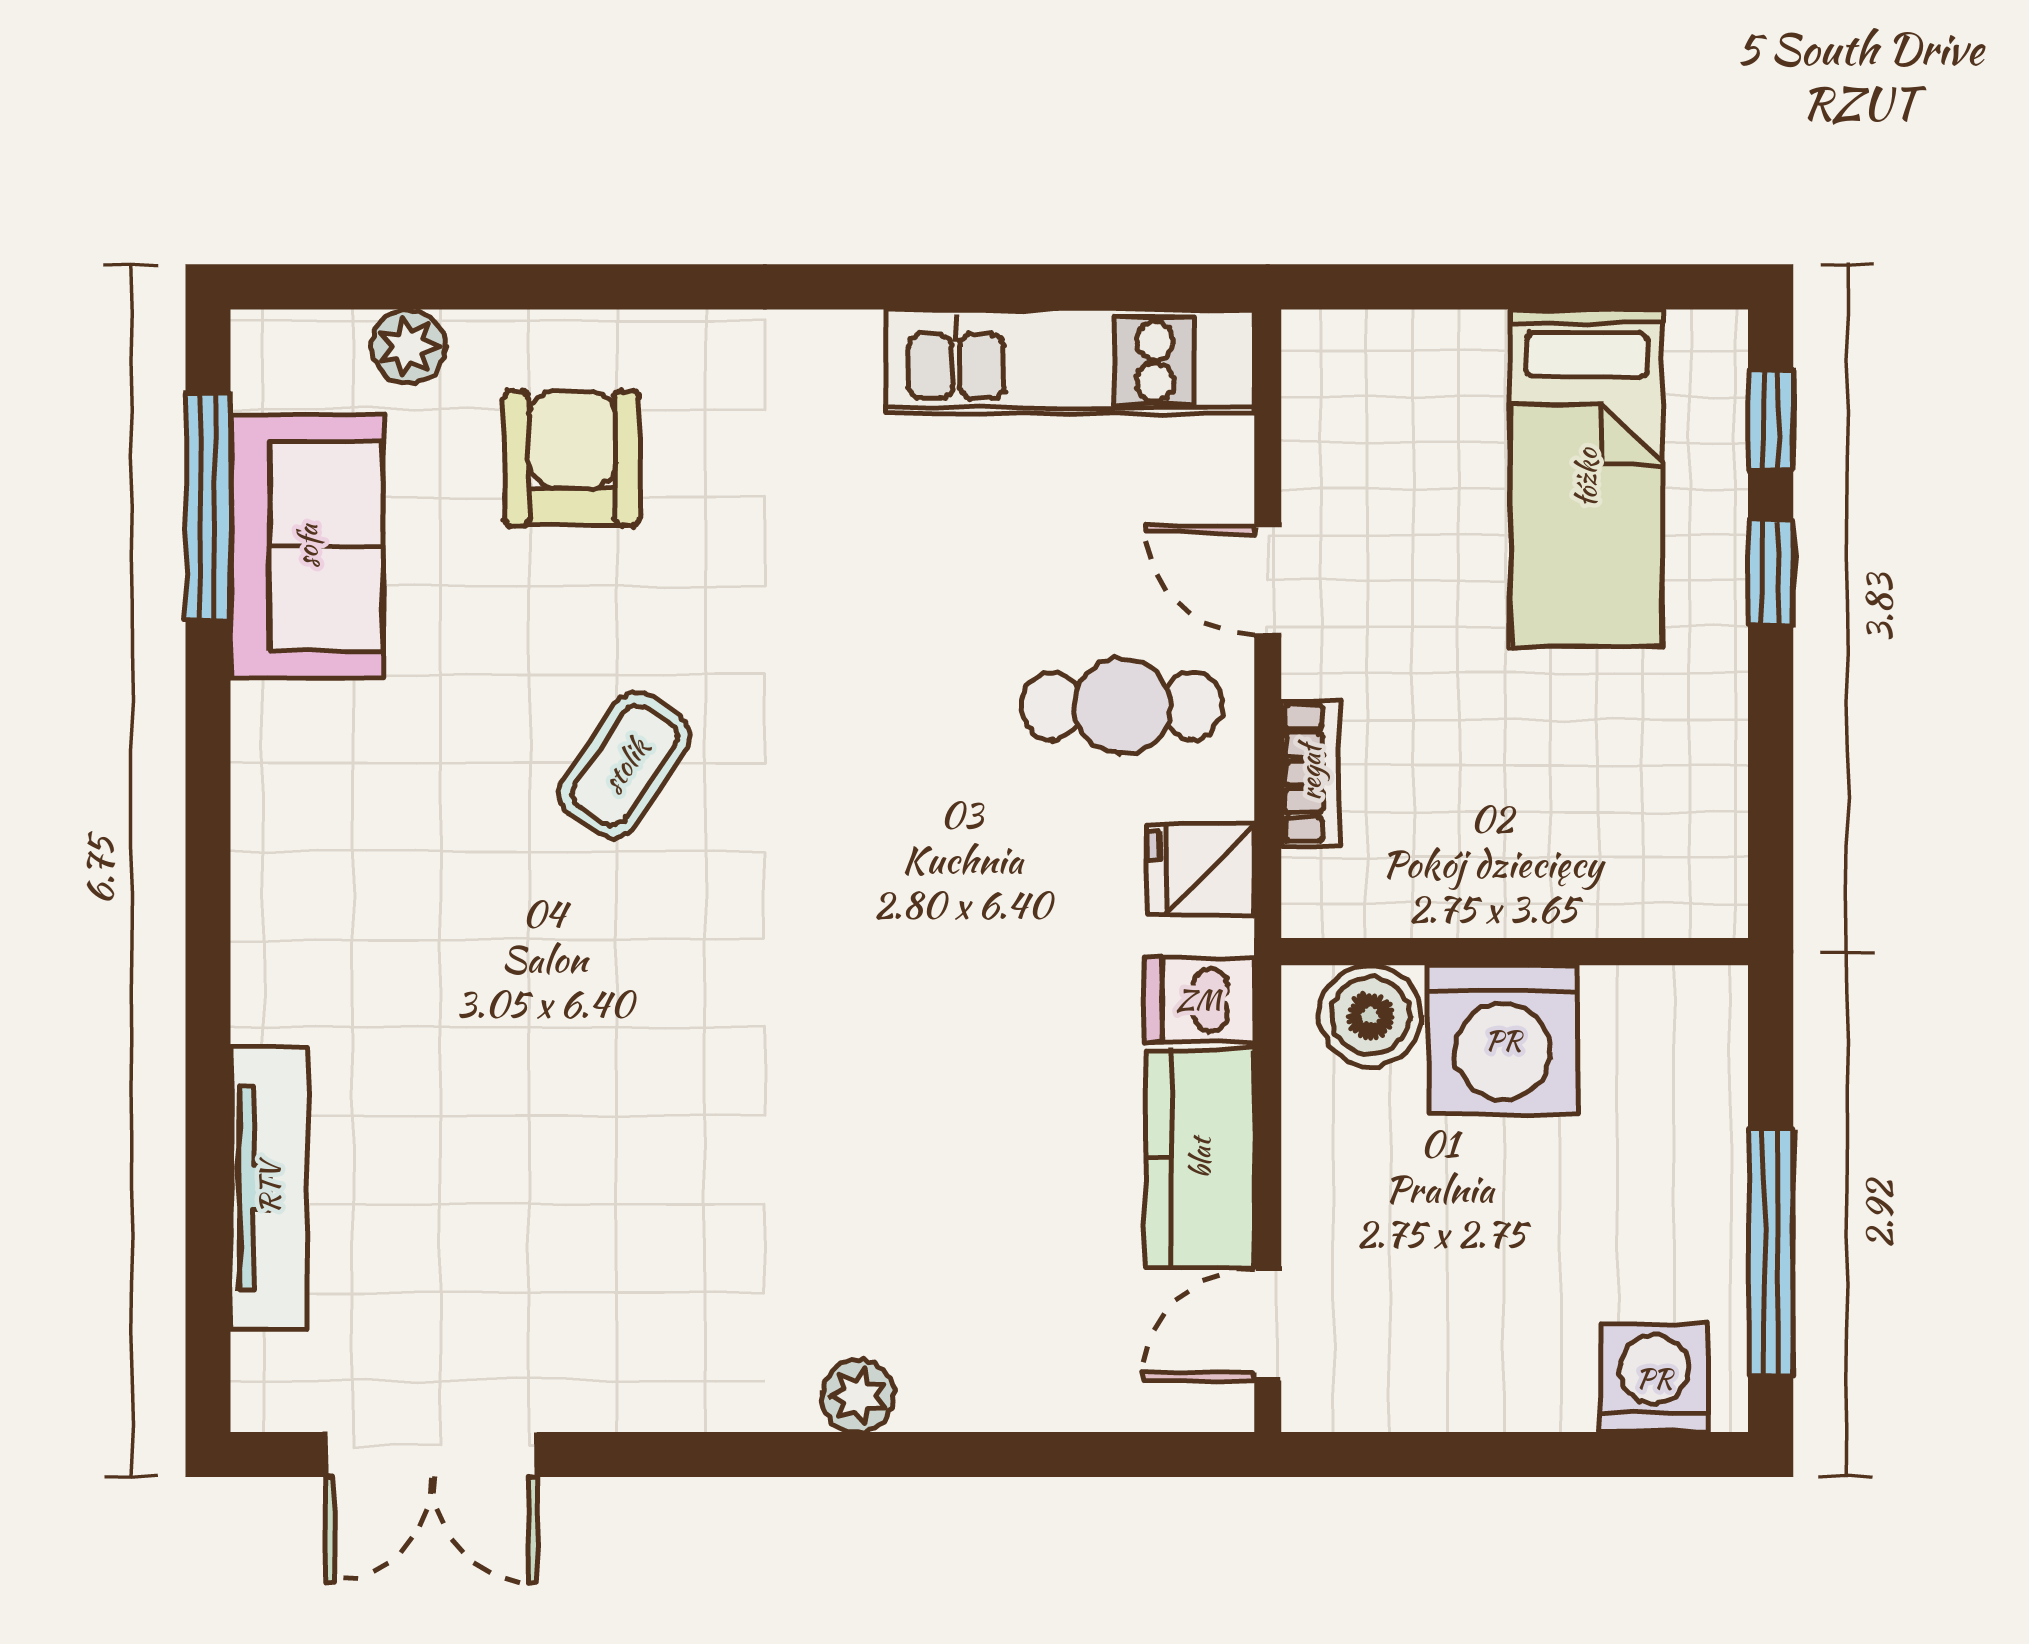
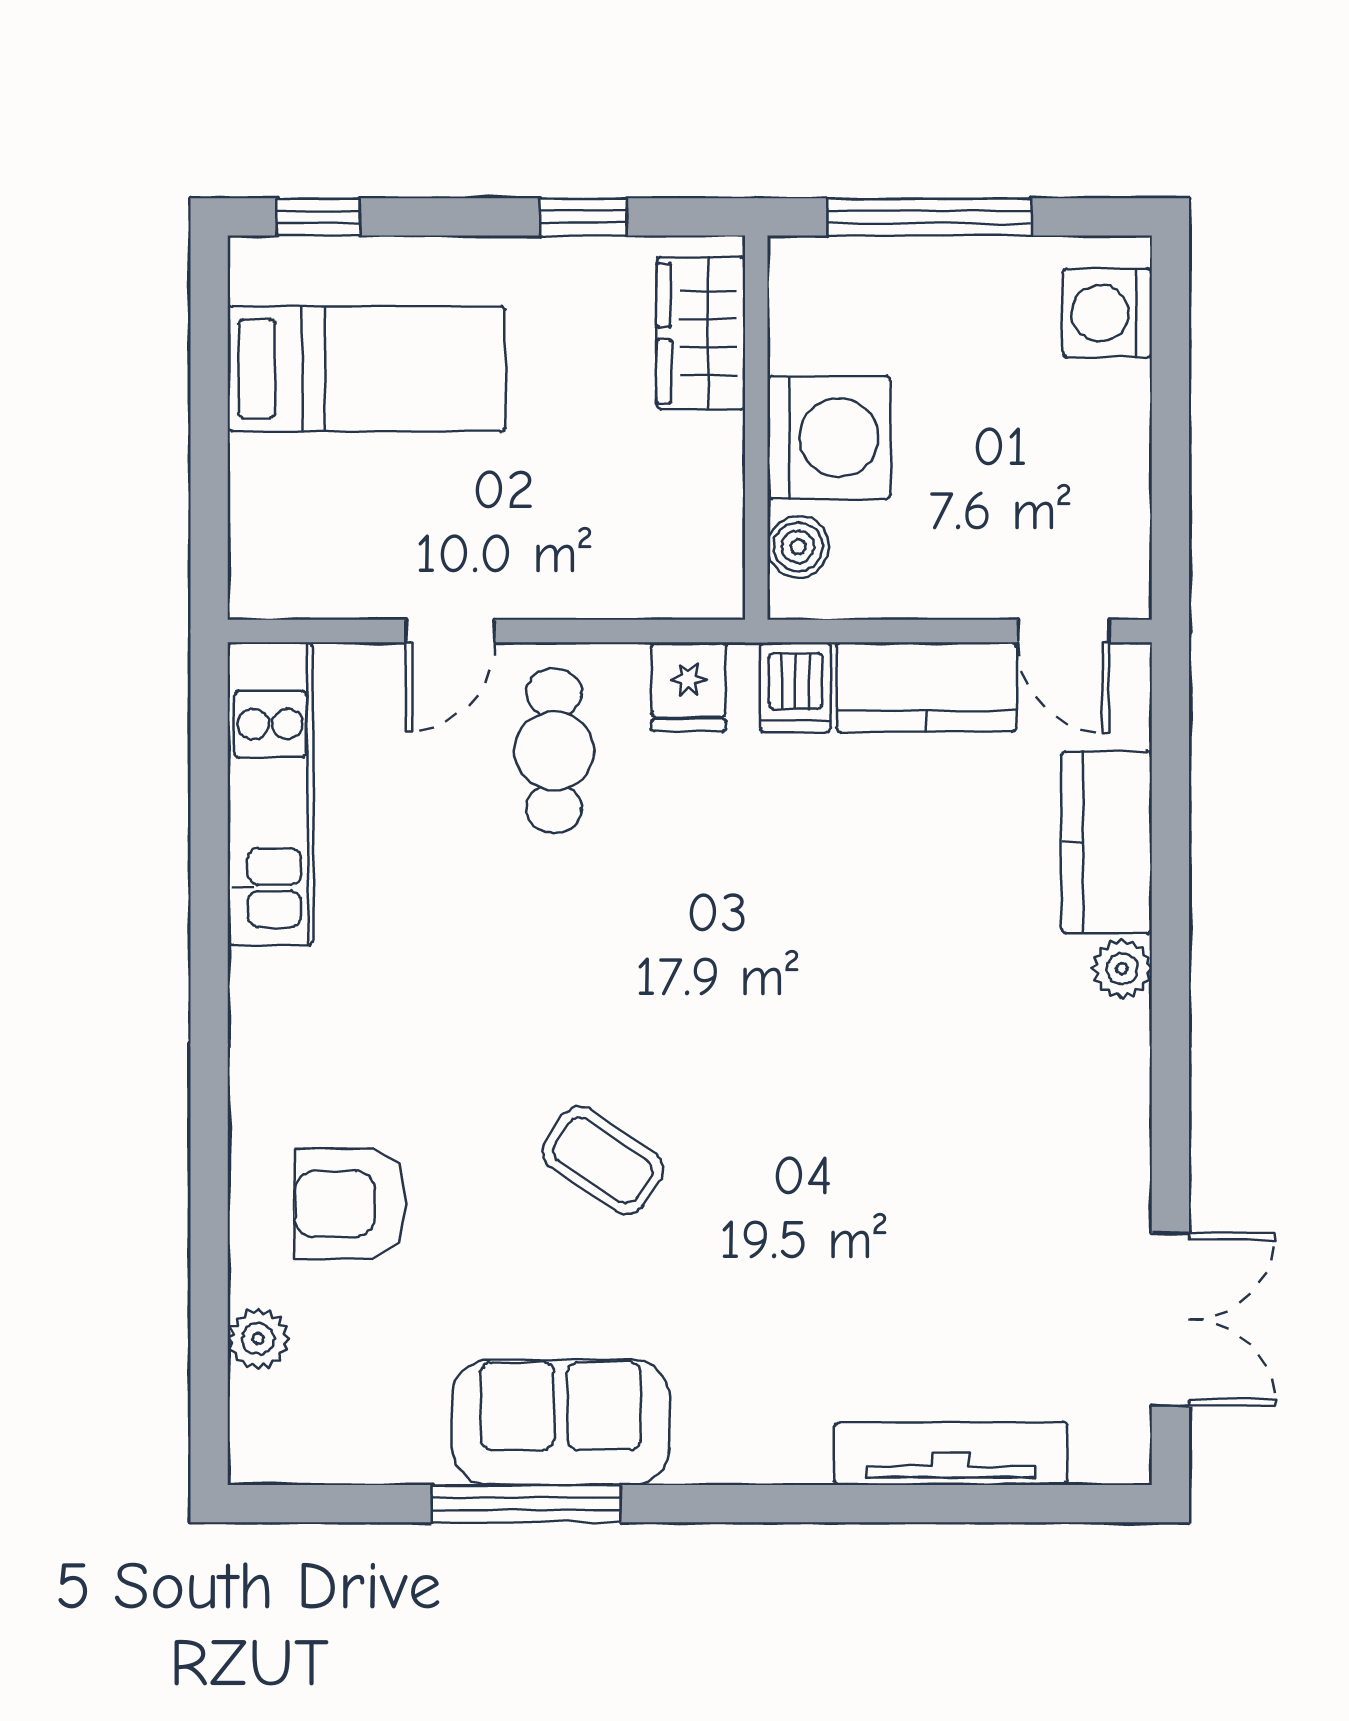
window: (208, 507) -> (527, 1504), moved
sofa: (307, 546) -> (561, 1422), moved
window: (1771, 573) -> (583, 217), moved
bookcase: (1310, 773) -> (609, 596), removed
wardrobe: (1630, 884) -> (701, 333), added
boiler: (1370, 1016) -> (798, 547), width x0.73, depth x0.73
window: (1771, 1252) -> (929, 217), moved
kitchen counter: (1011, 1377) -> (1106, 842), added

